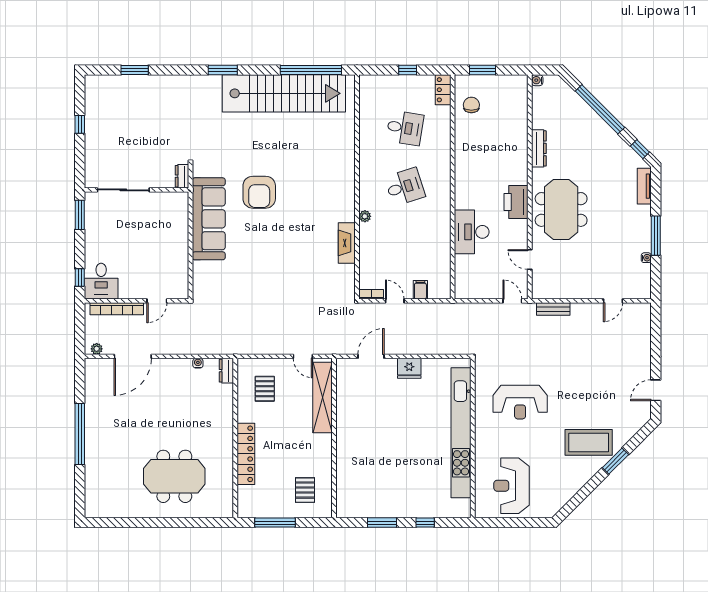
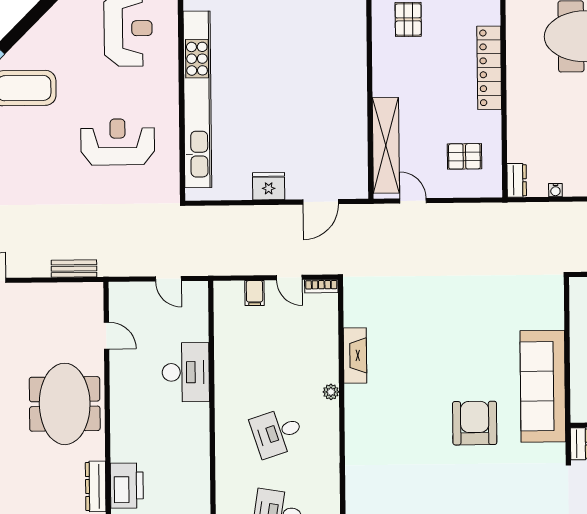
printer: (516, 202) -> (127, 486), moved
door: (512, 301) -> (168, 279), moved
pallet: (265, 389) -> (464, 156), turned 90

